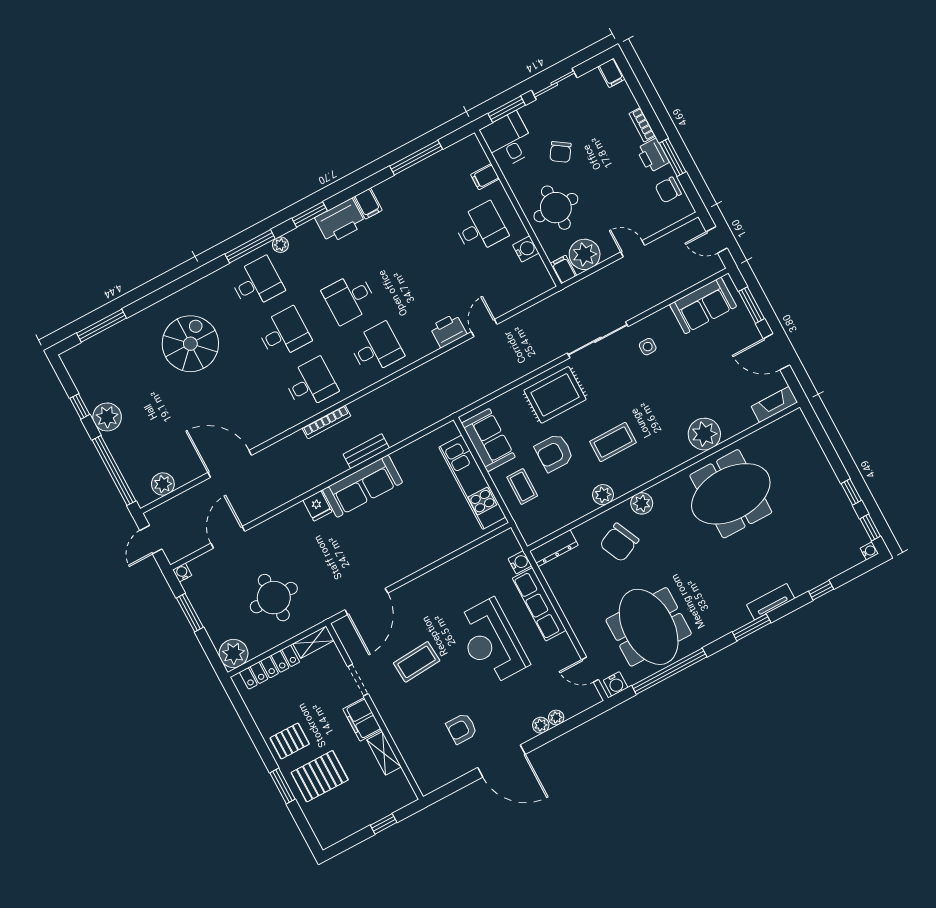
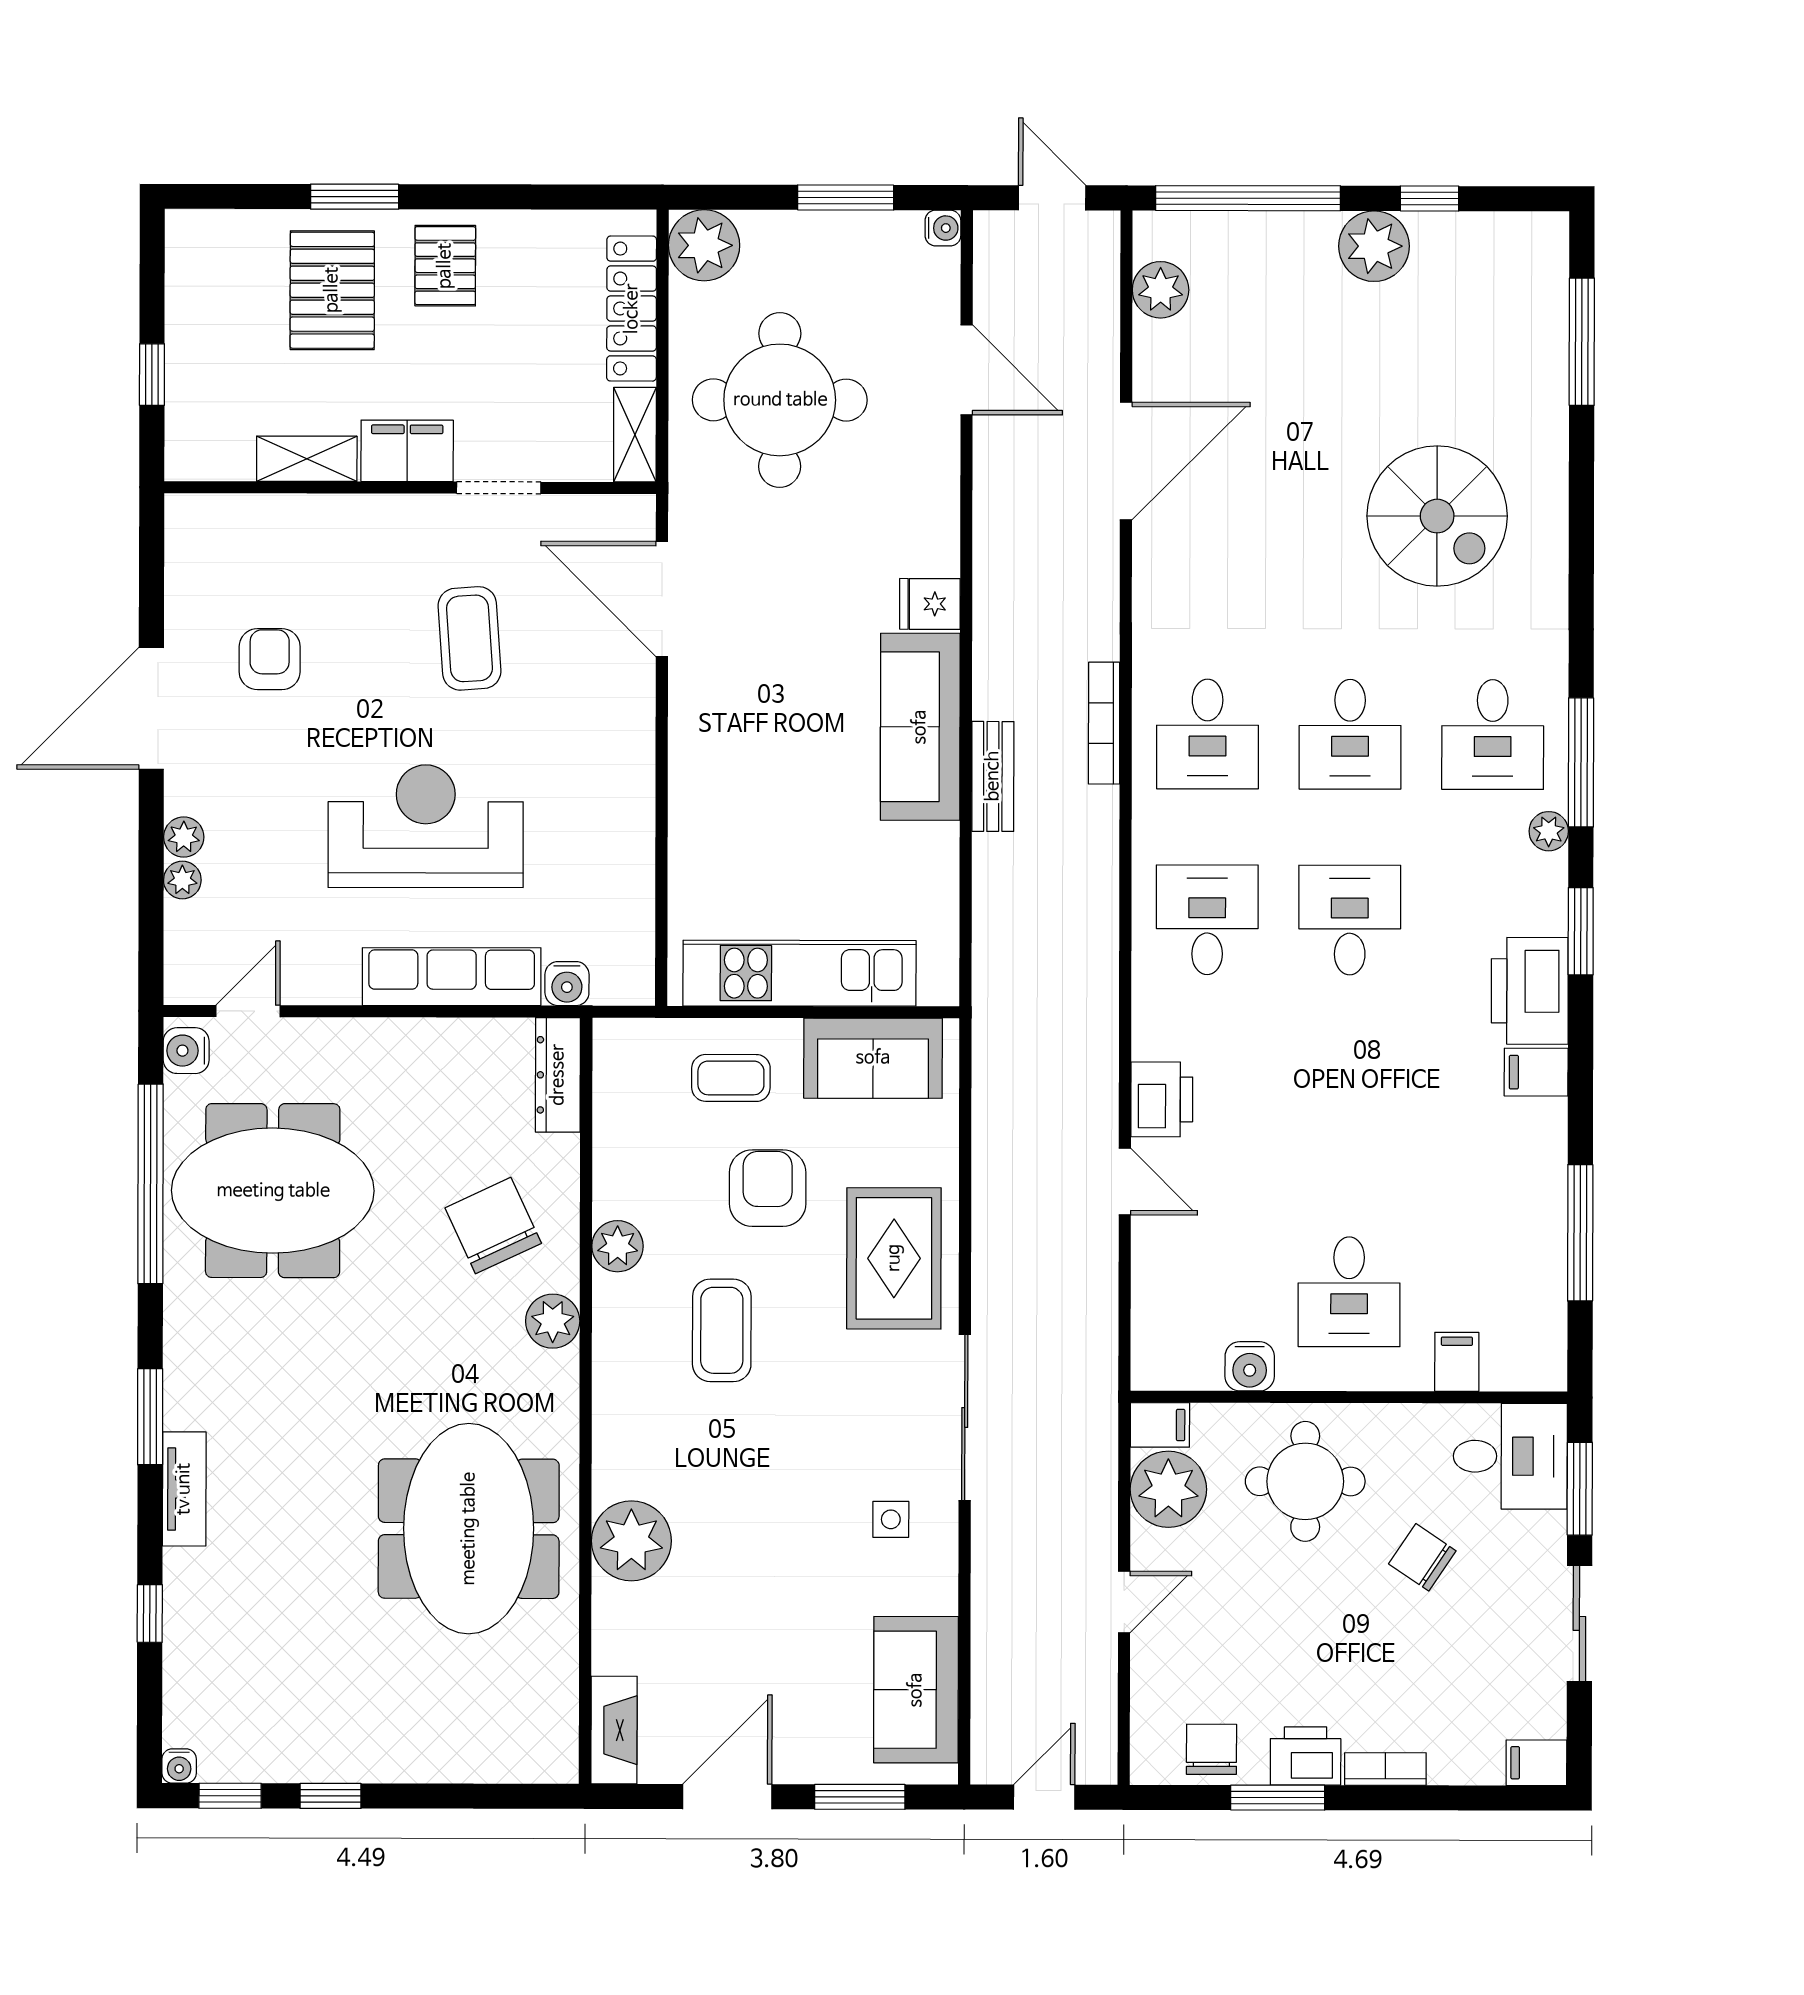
desk: (376, 348) -> (1207, 920), turned 180
round table: (274, 598) -> (780, 400), width x1.36, depth x1.36

